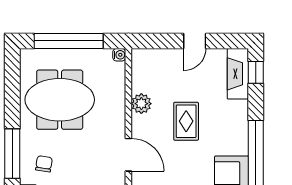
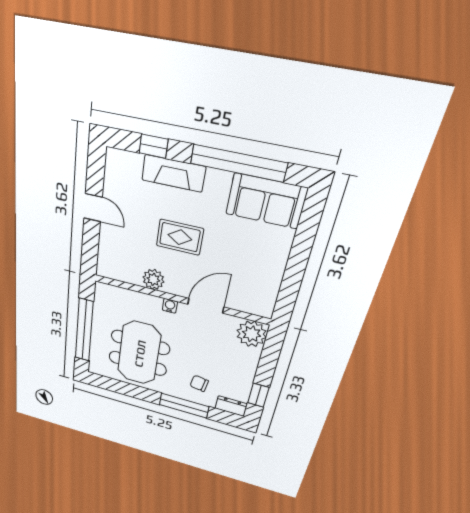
water cooler: (119, 55) -> (170, 306), moved
window: (256, 72) -> (154, 146), moved
fireplace: (238, 74) -> (173, 173), moved

